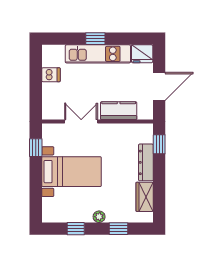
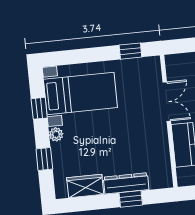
window: (159, 144) -> (131, 199), moved
bed with nightstands: (72, 172) -> (80, 93), moved, turned -90

